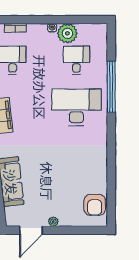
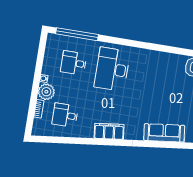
plant: (67, 33) -> (46, 92), moved
window: (111, 87) -> (77, 34), moved

